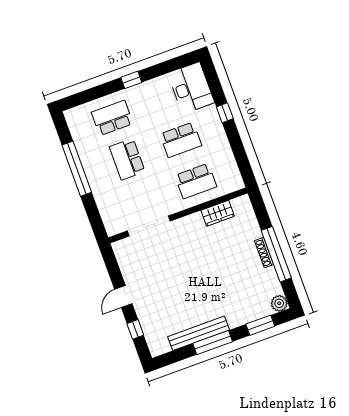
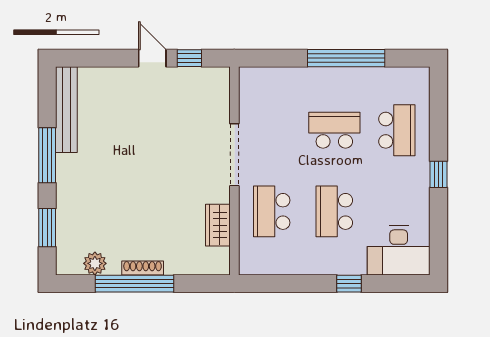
doorway: (149, 226) -> (234, 155), moved
plant: (279, 303) -> (95, 263), moved
window: (135, 329) -> (189, 58), moved
bench: (199, 333) -> (66, 110), moved

